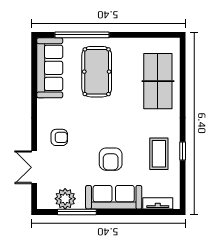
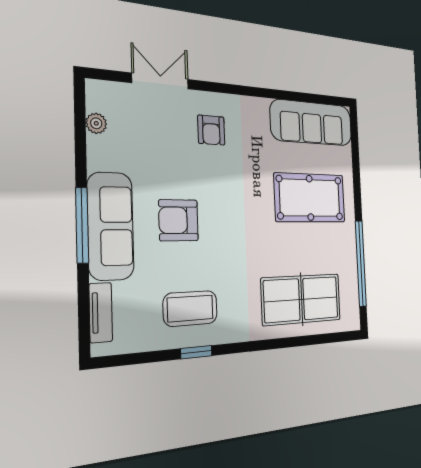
window: (82, 35) -> (361, 263), moved
plant: (65, 199) -> (96, 123), width x0.53, depth x0.53
window: (77, 212) -> (82, 225), moved

